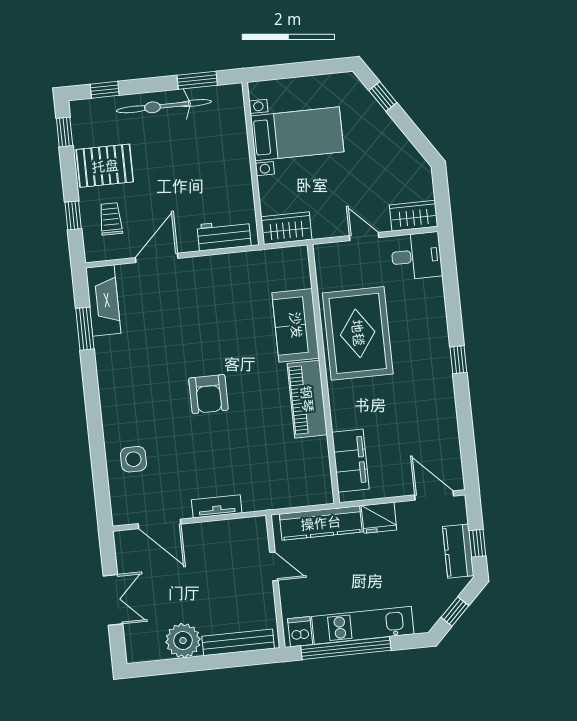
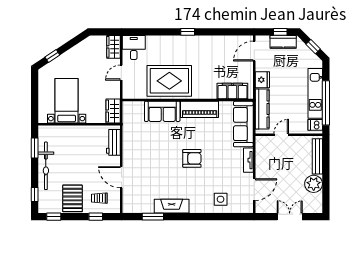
fireplace: (103, 300) -> (172, 206), moved
sofa: (287, 489) -> (243, 124), added

